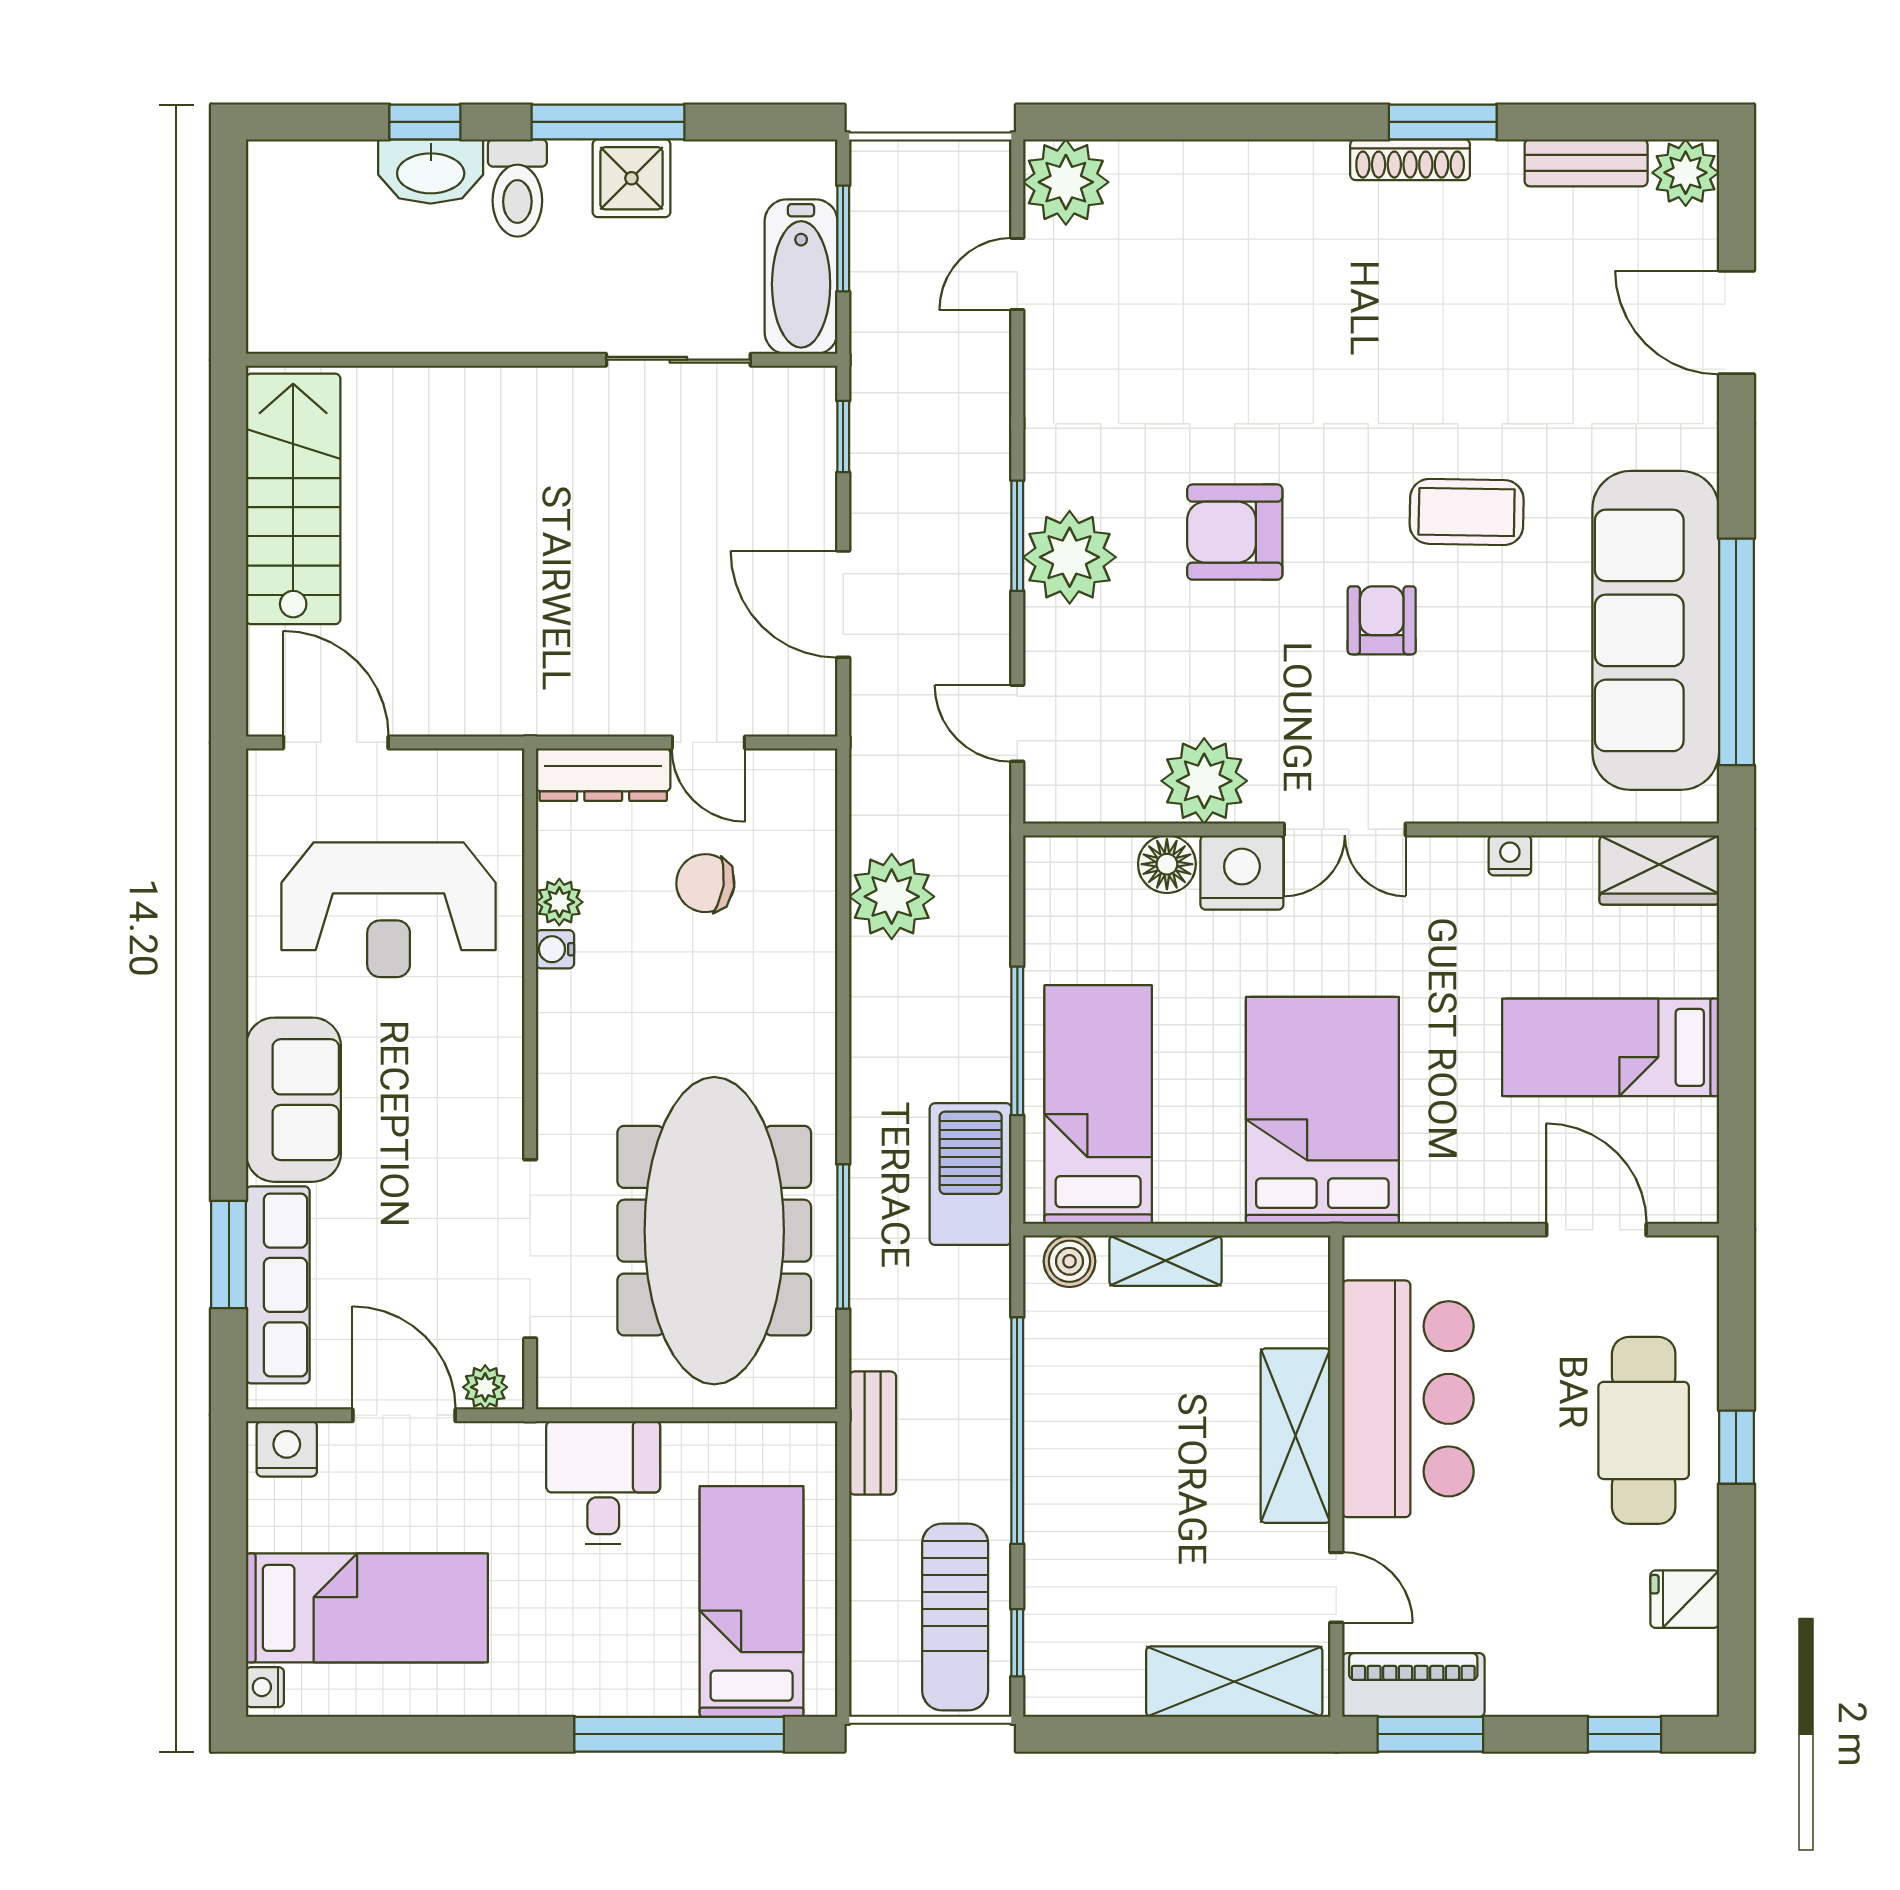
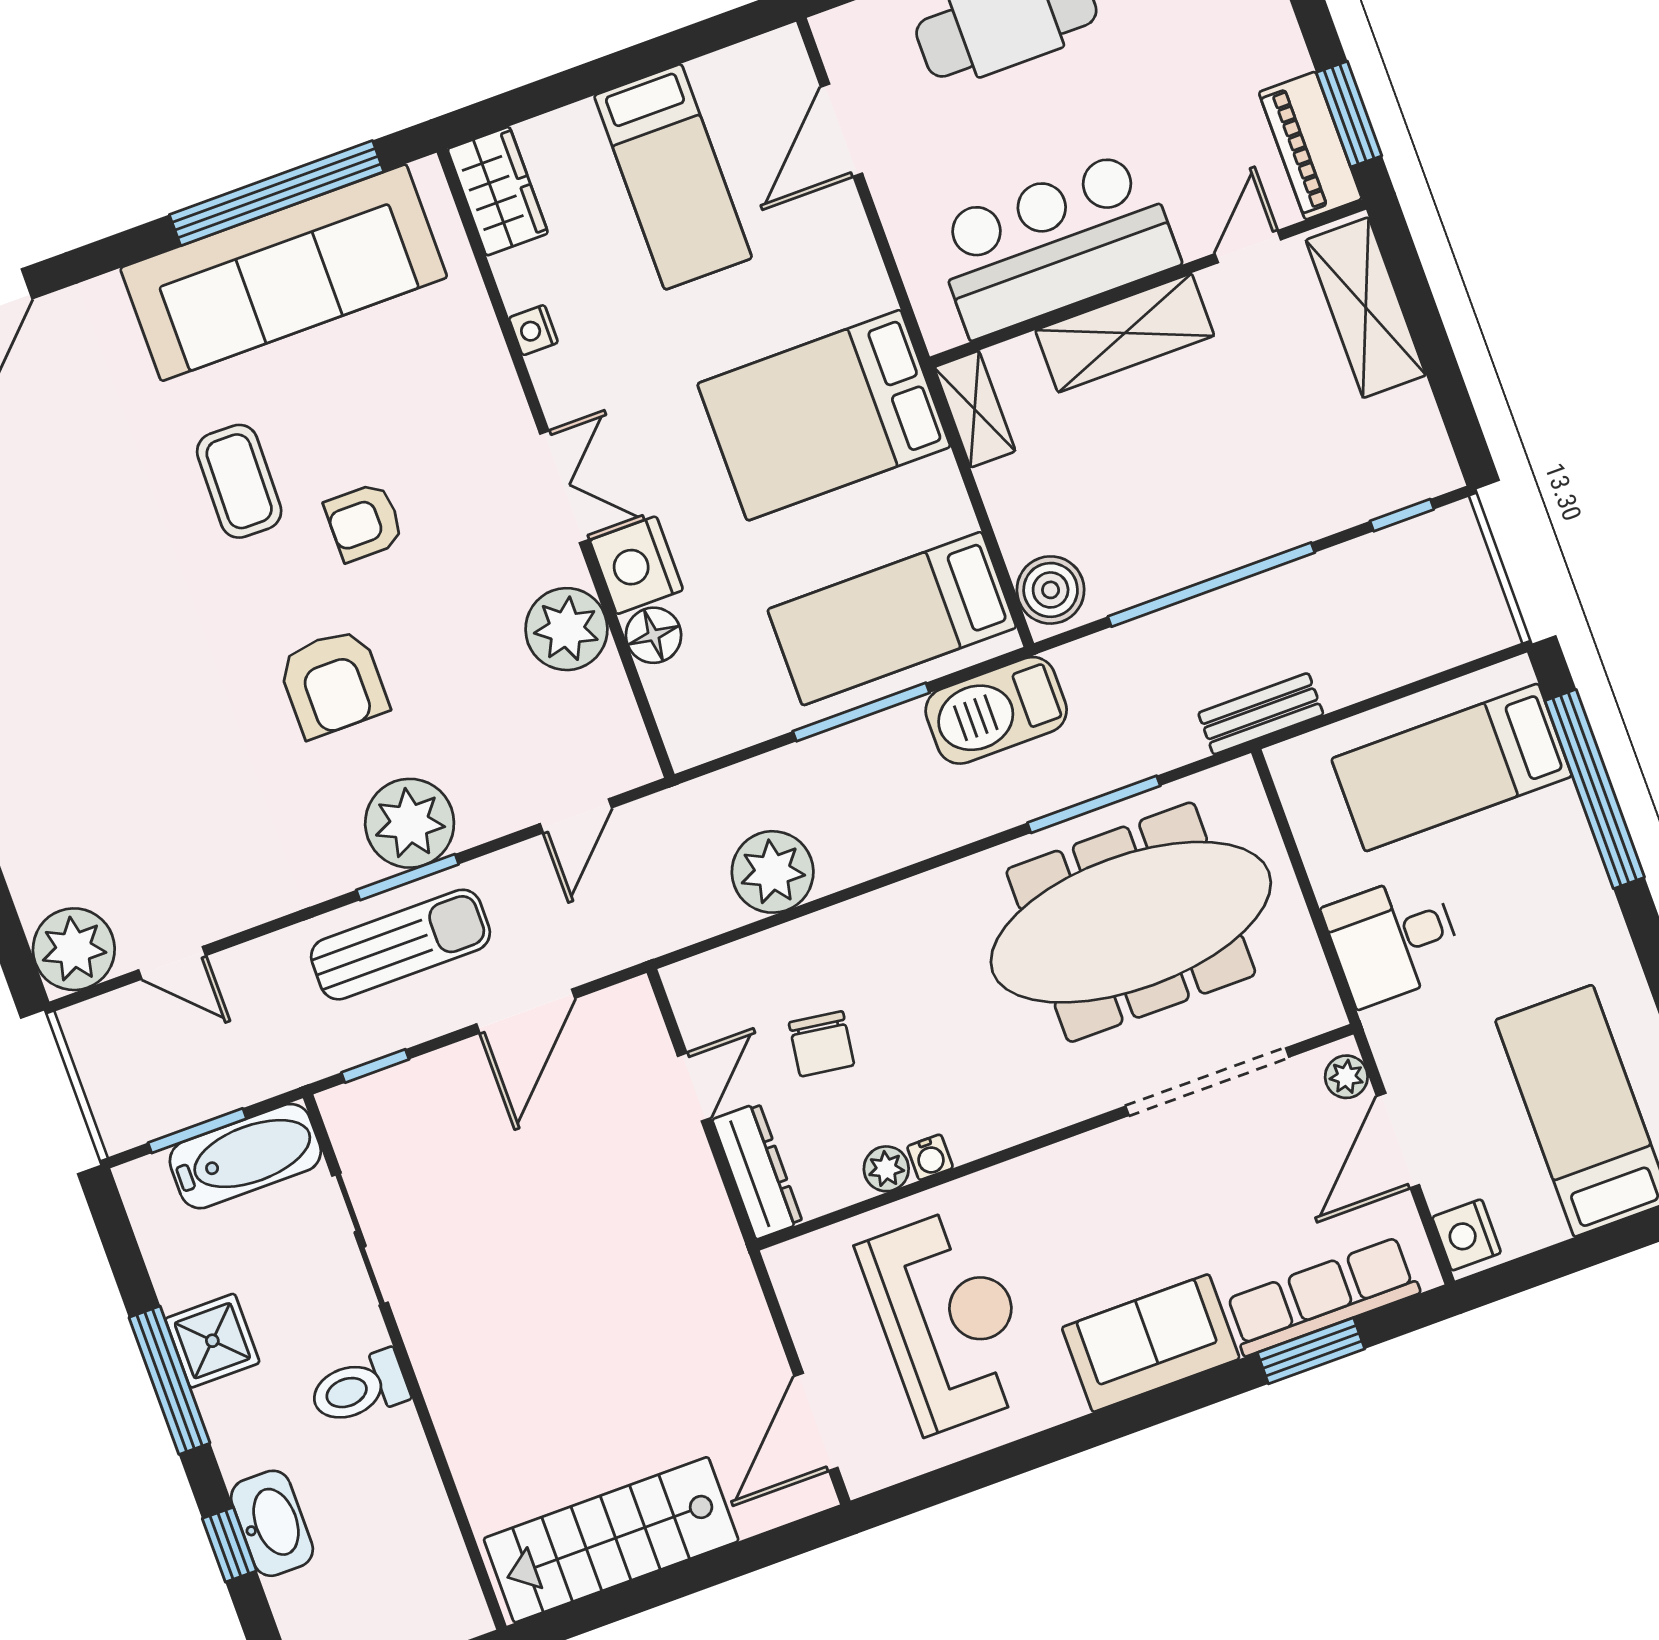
toilet: (517, 188) -> (359, 1388), moved, turned 180
boiler: (1070, 1261) -> (1051, 590), width x1.36, depth x1.36
shelving: (1165, 1261) -> (975, 409), moved
sun lounger: (955, 1617) -> (400, 945), moved

